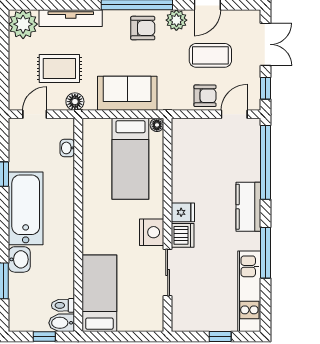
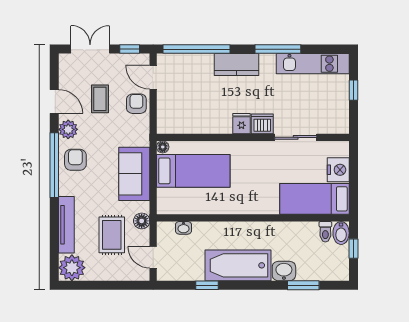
coffee table: (210, 55) -> (100, 99), width x0.73, depth x0.77
nightstand: (152, 232) -> (338, 170), moved, turned 90

